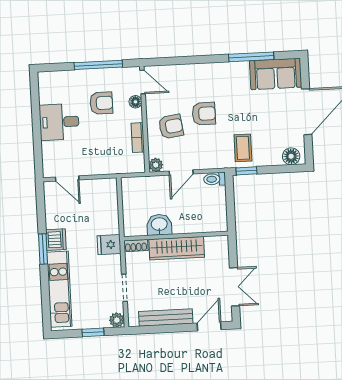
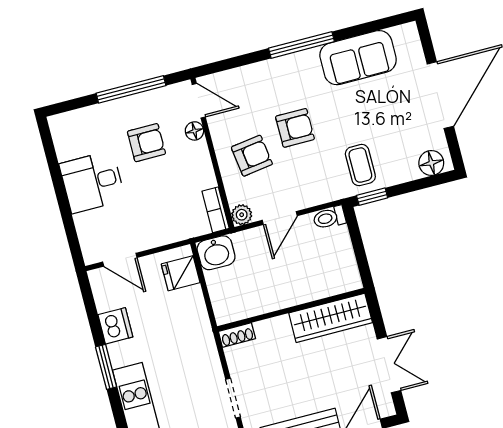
window: (251, 57) -> (301, 45), moved
sofa: (276, 74) -> (358, 58), moved
bookcase: (138, 138) -> (216, 210), moved
washbasin: (159, 225) -> (216, 253), moved, turned 180
dishwasher: (56, 240) -> (115, 326), moved
fridge: (109, 245) -> (181, 273), moved
wardrobe: (177, 248) -> (331, 318), moved

